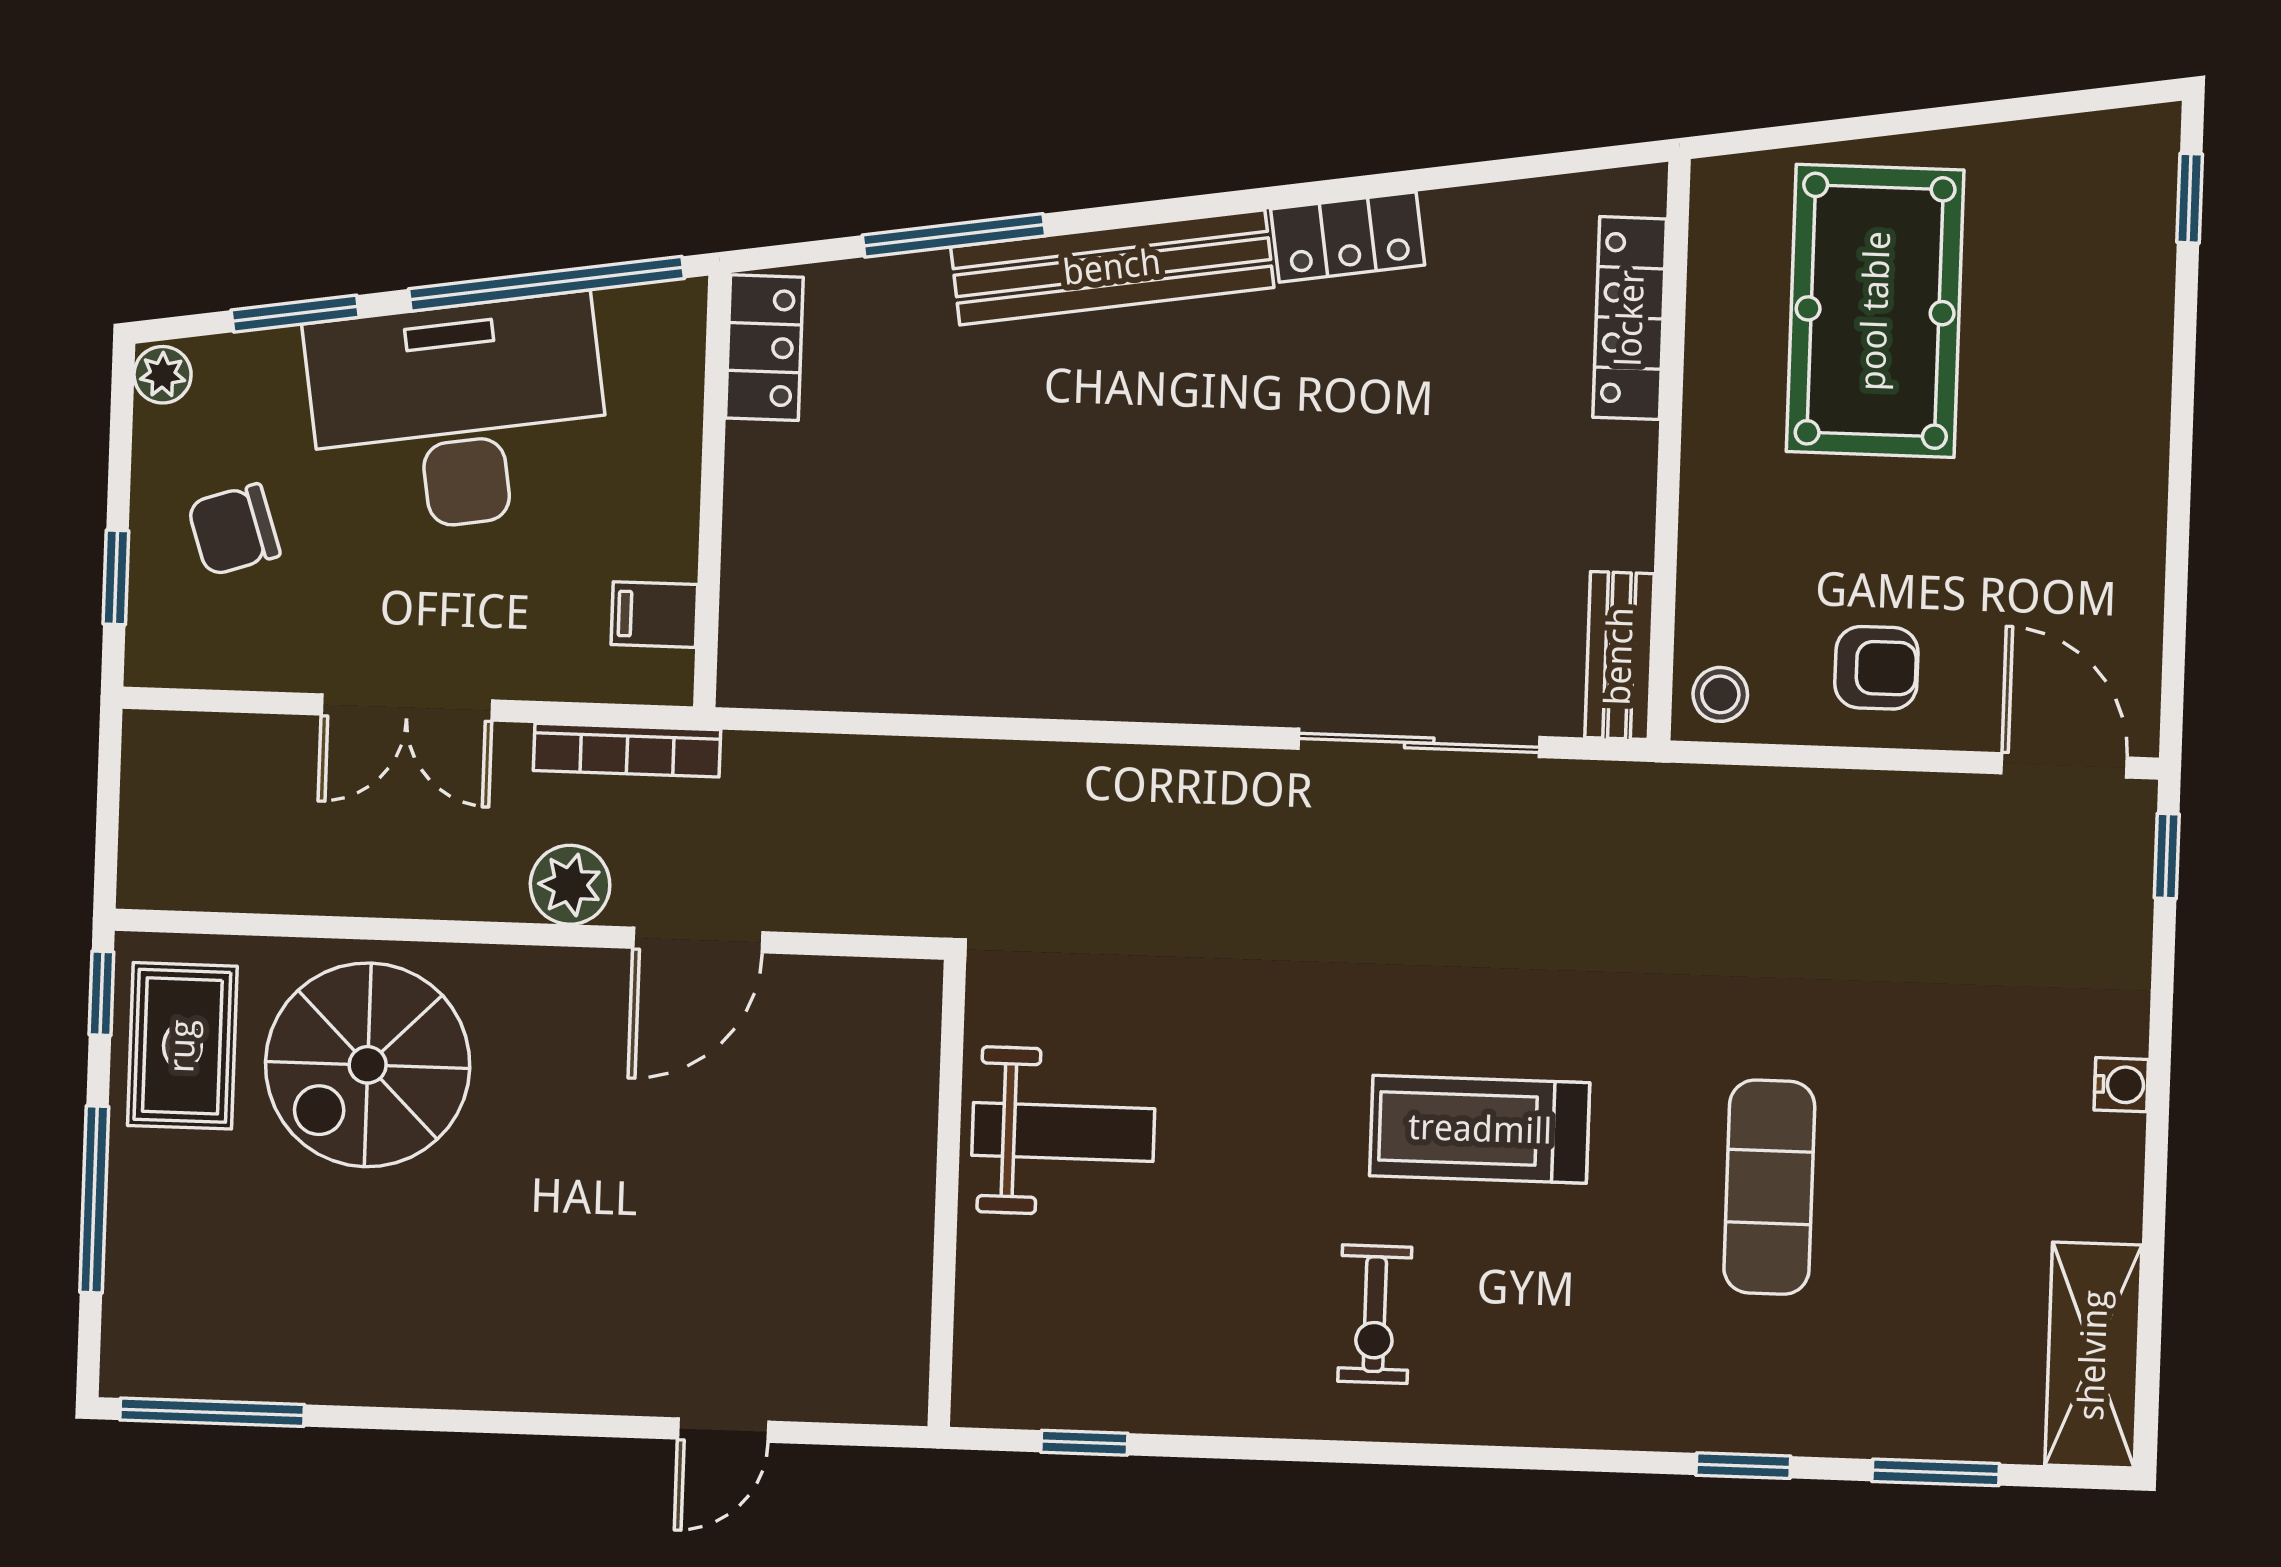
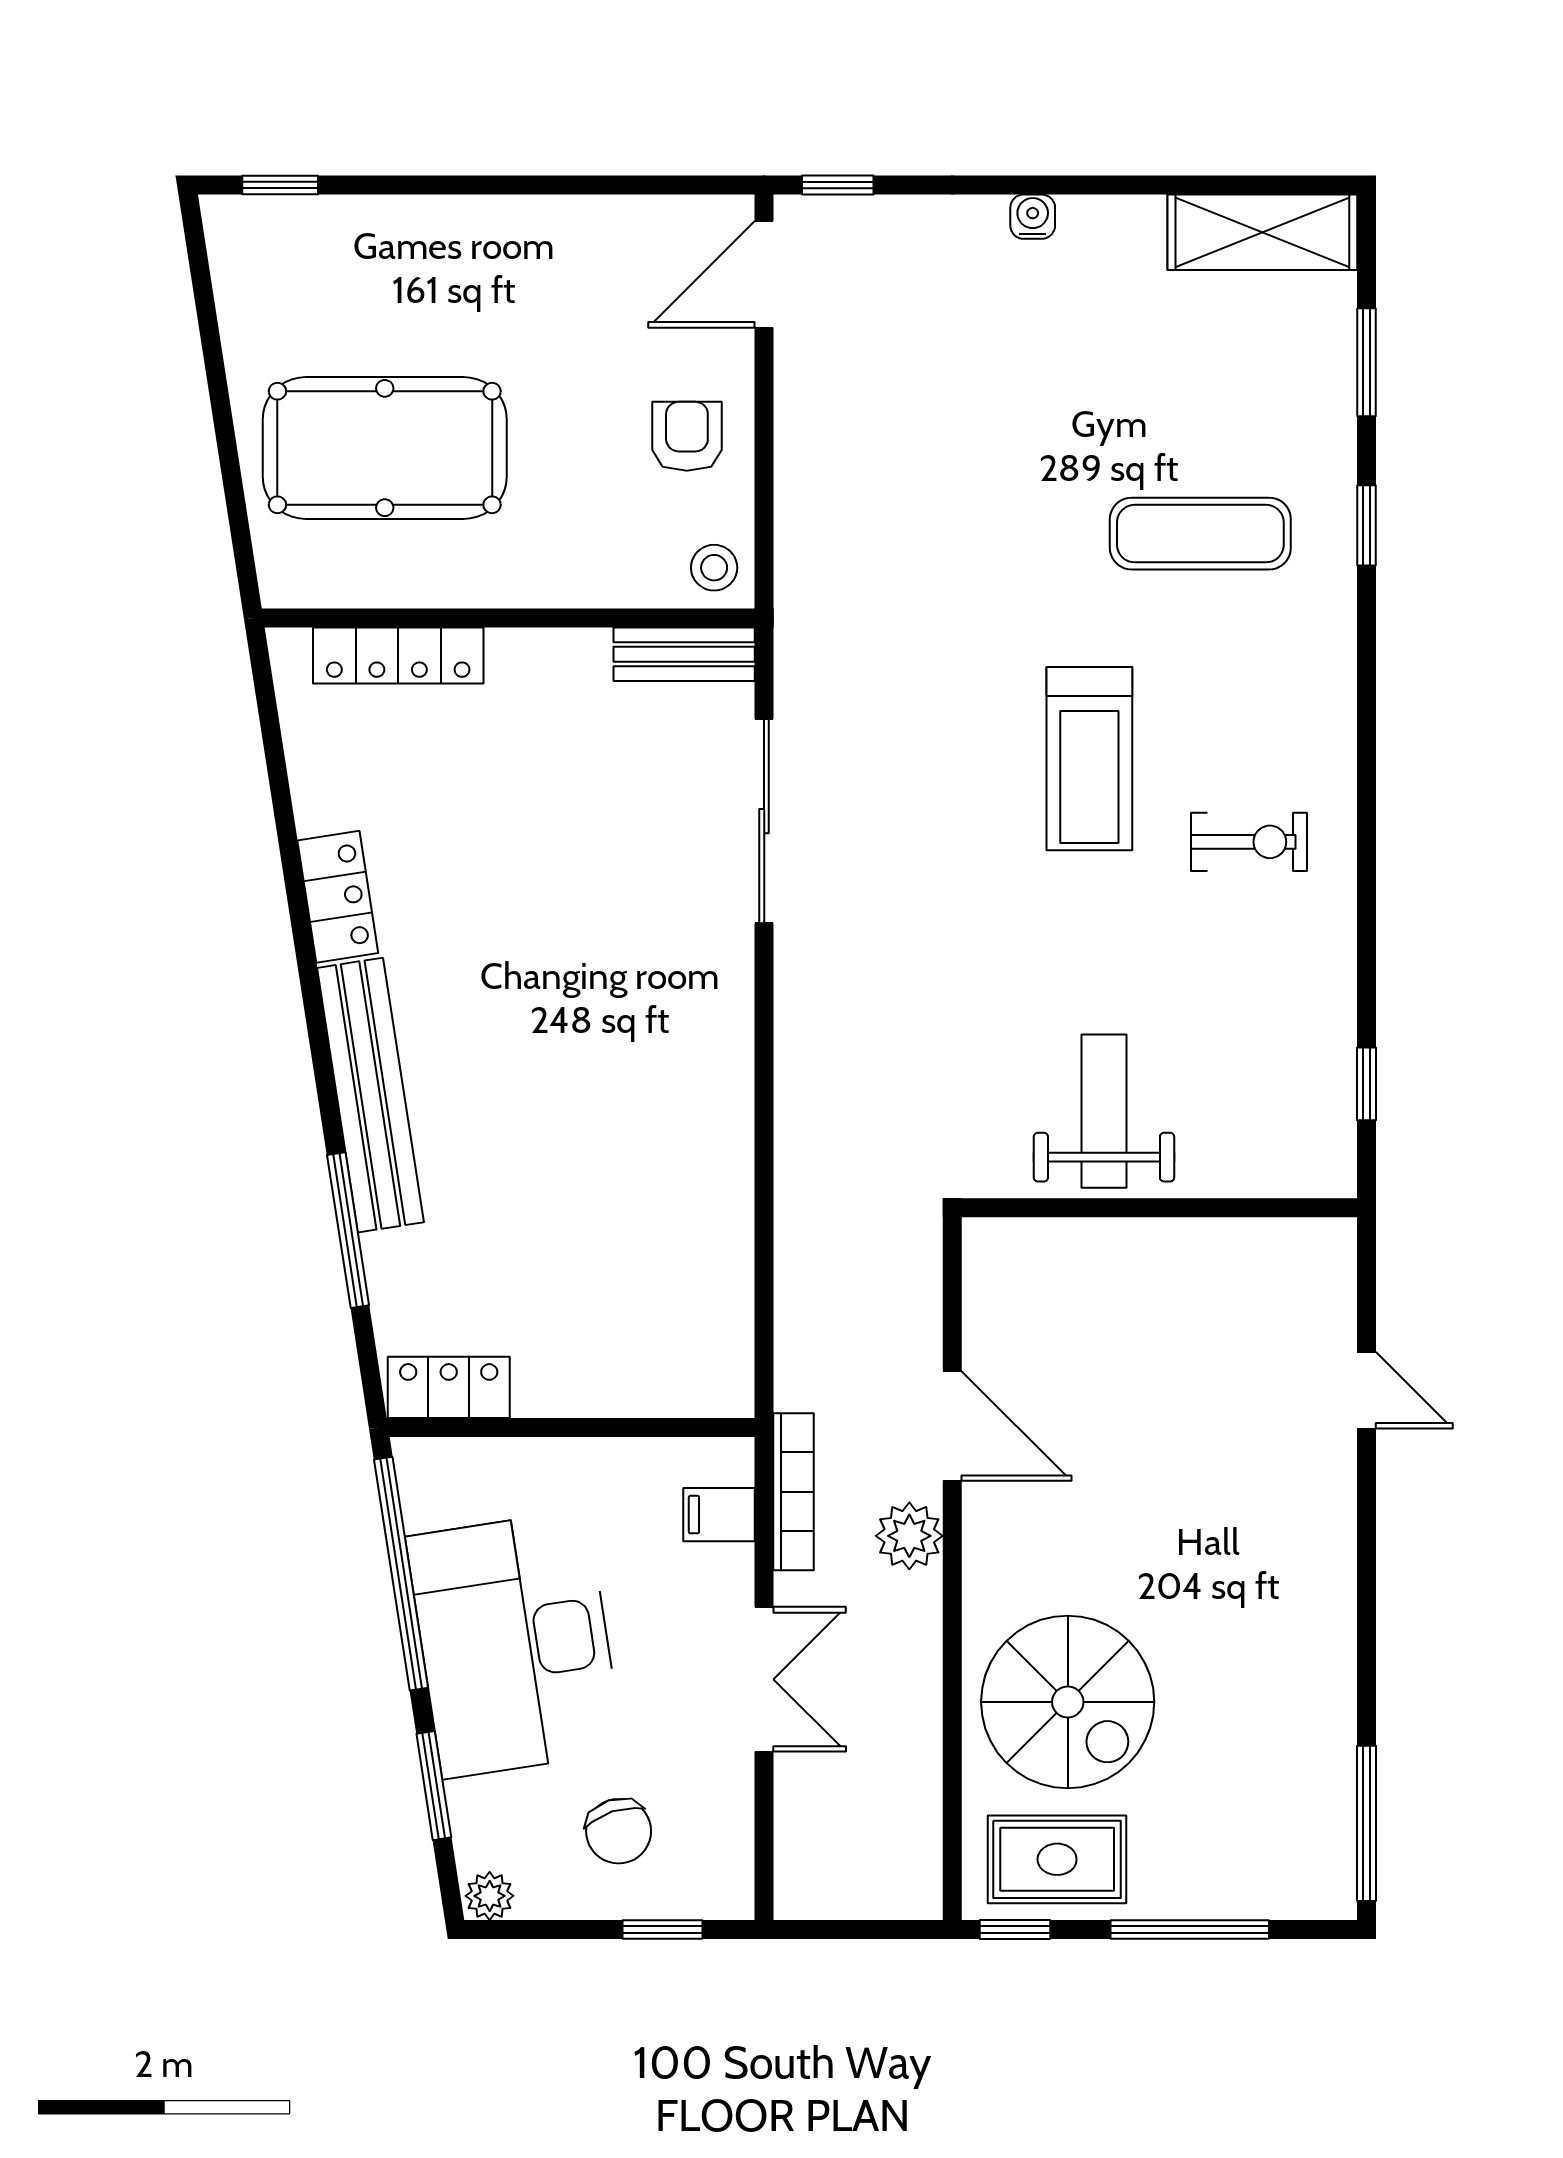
filing cabinet: (654, 615) -> (719, 1515), moved, turned 90
exercise mat: (1769, 1187) -> (1200, 534), moved

